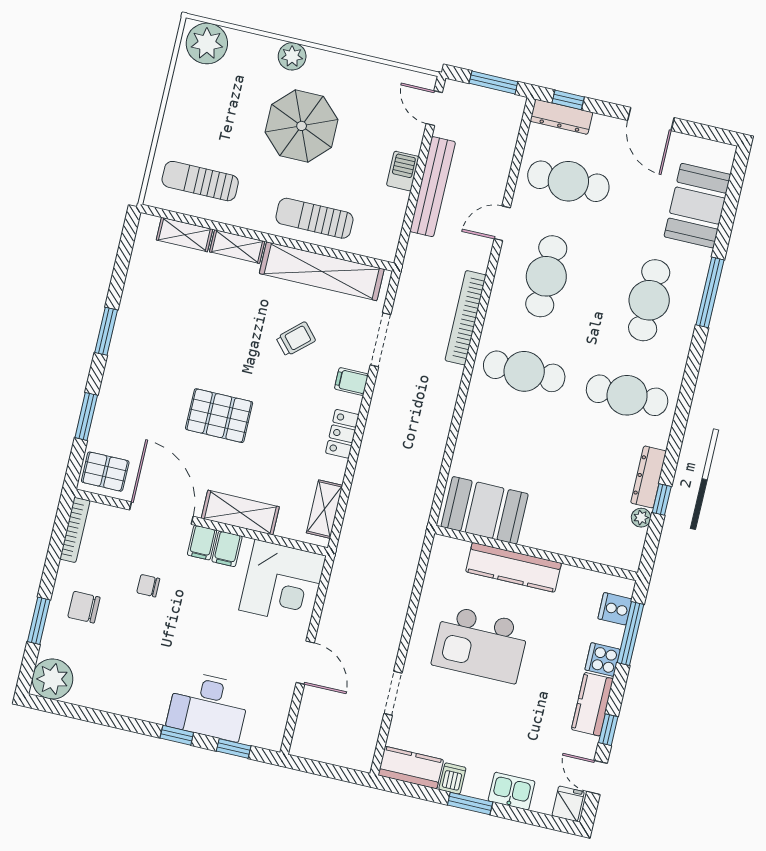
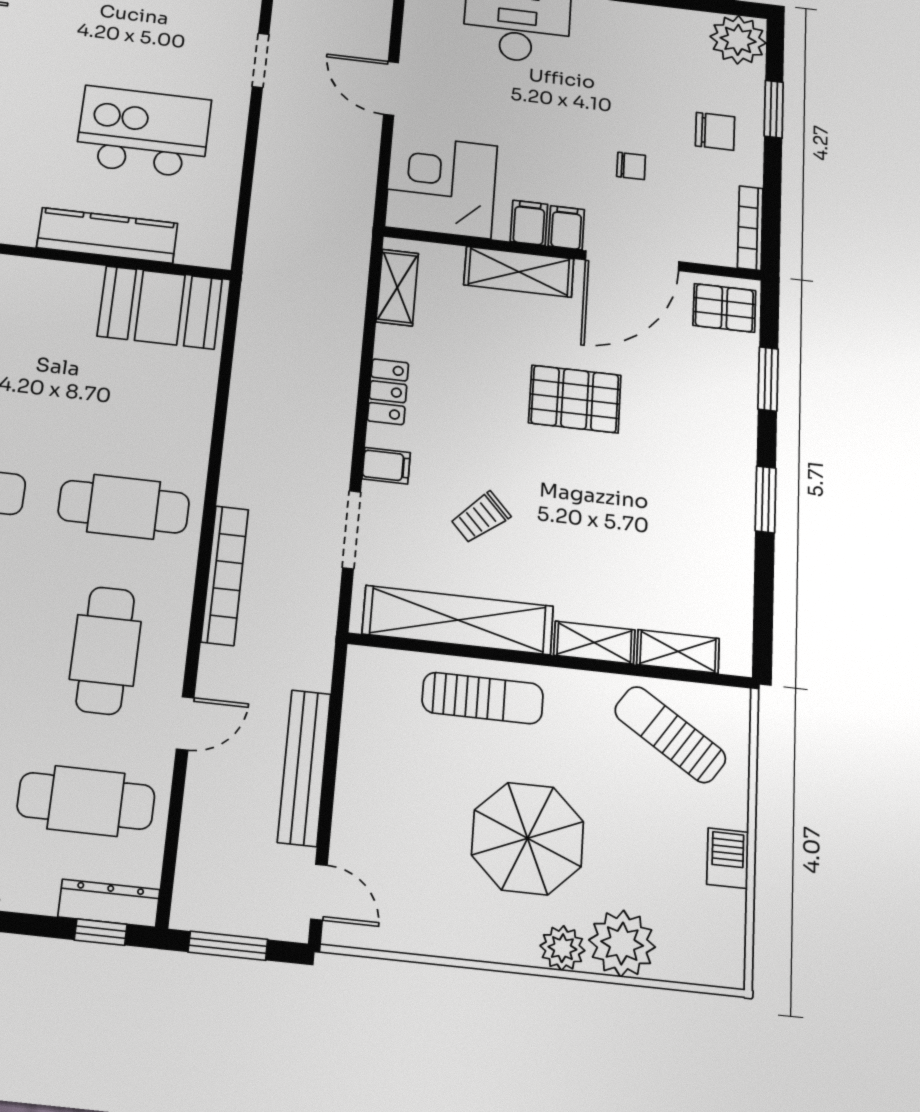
plant: (207, 43) -> (622, 943), moved
barbecue: (403, 171) -> (728, 858), moved, turned 180
sun lounger: (200, 181) -> (670, 734), turned -146
door: (161, 513) -> (632, 261), hinge flipped

